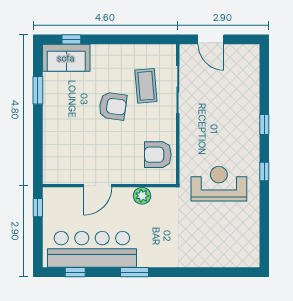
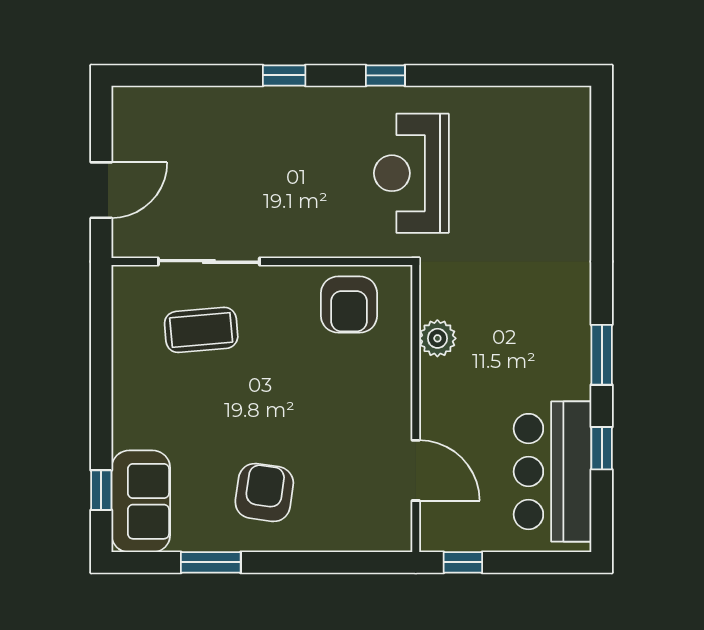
armchair: (113, 106) -> (264, 492), moved
door: (98, 186) -> (416, 470), moved
bar counter: (92, 249) -> (553, 472), width x0.73
window: (75, 272) -> (602, 448), moved

